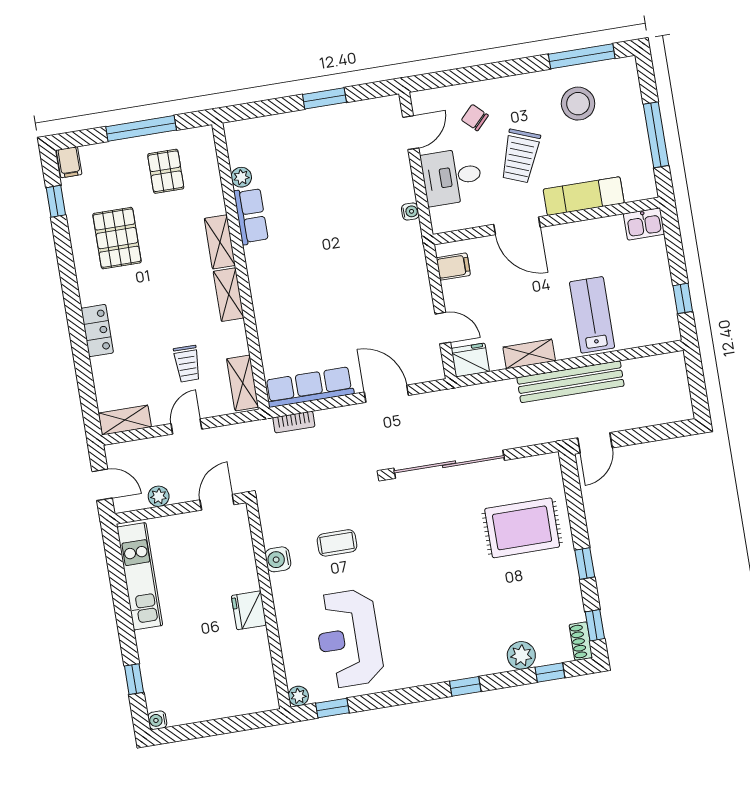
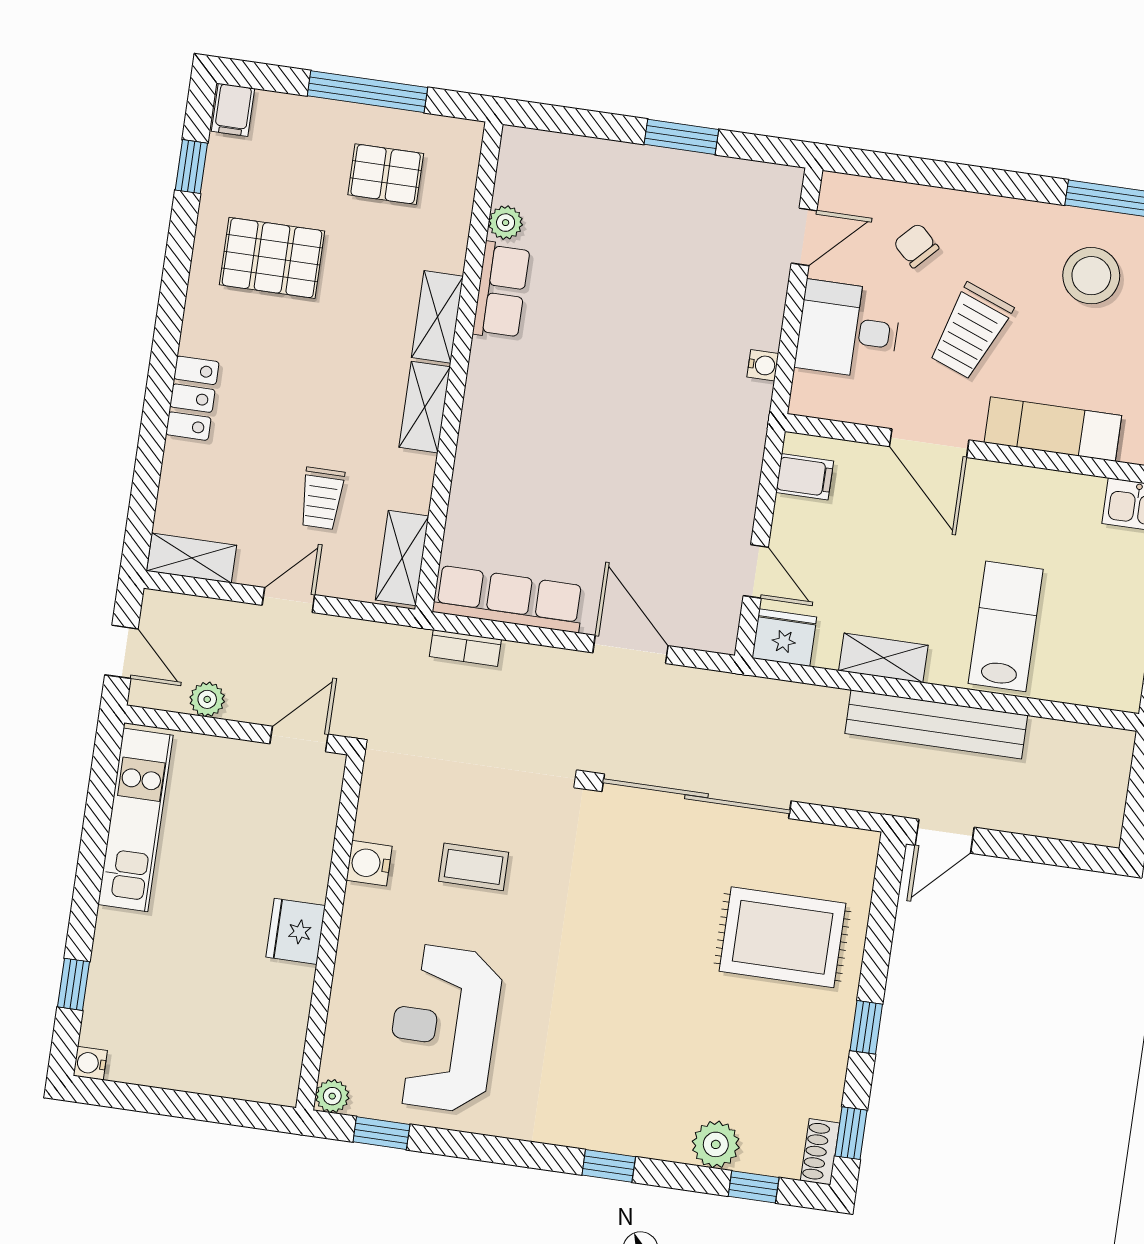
pallet: (166, 171) -> (386, 174), turned 90
pallet: (117, 238) -> (272, 258), turned 90

